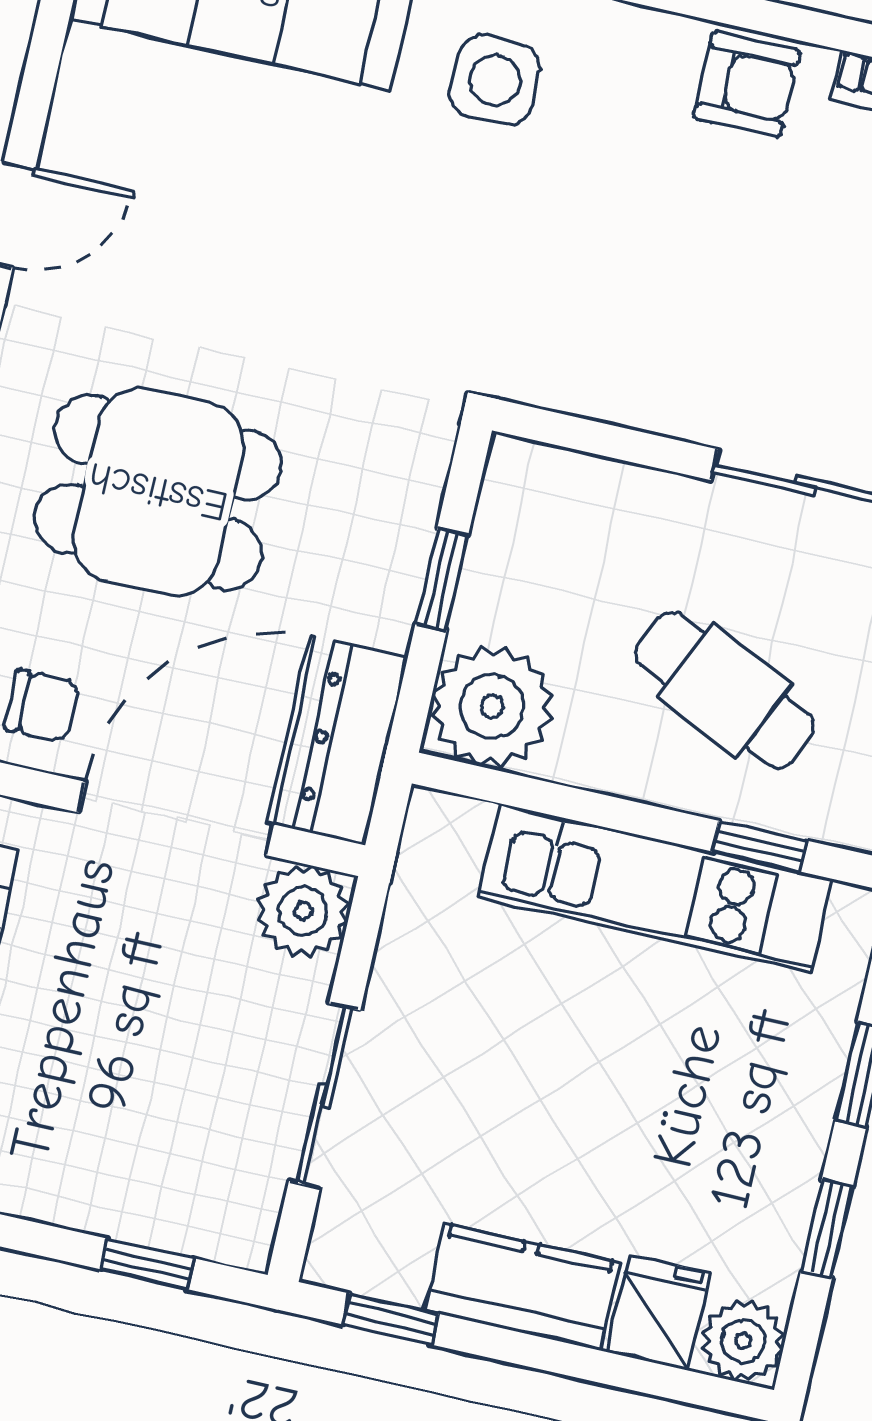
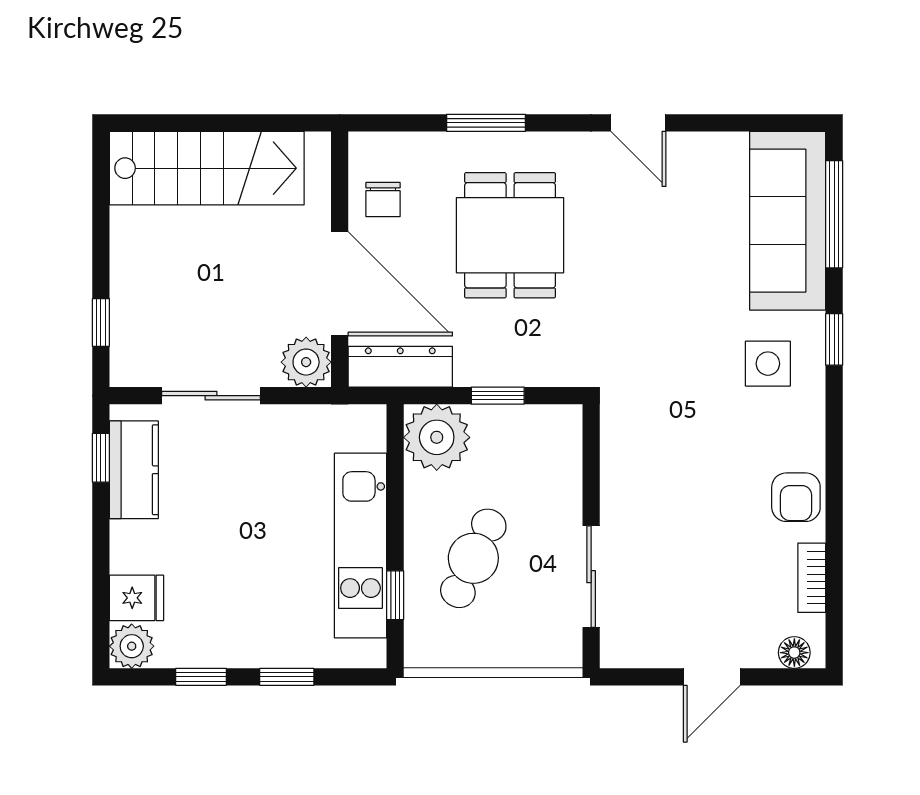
kitchen counter: (522, 1287) -> (134, 470), moved

